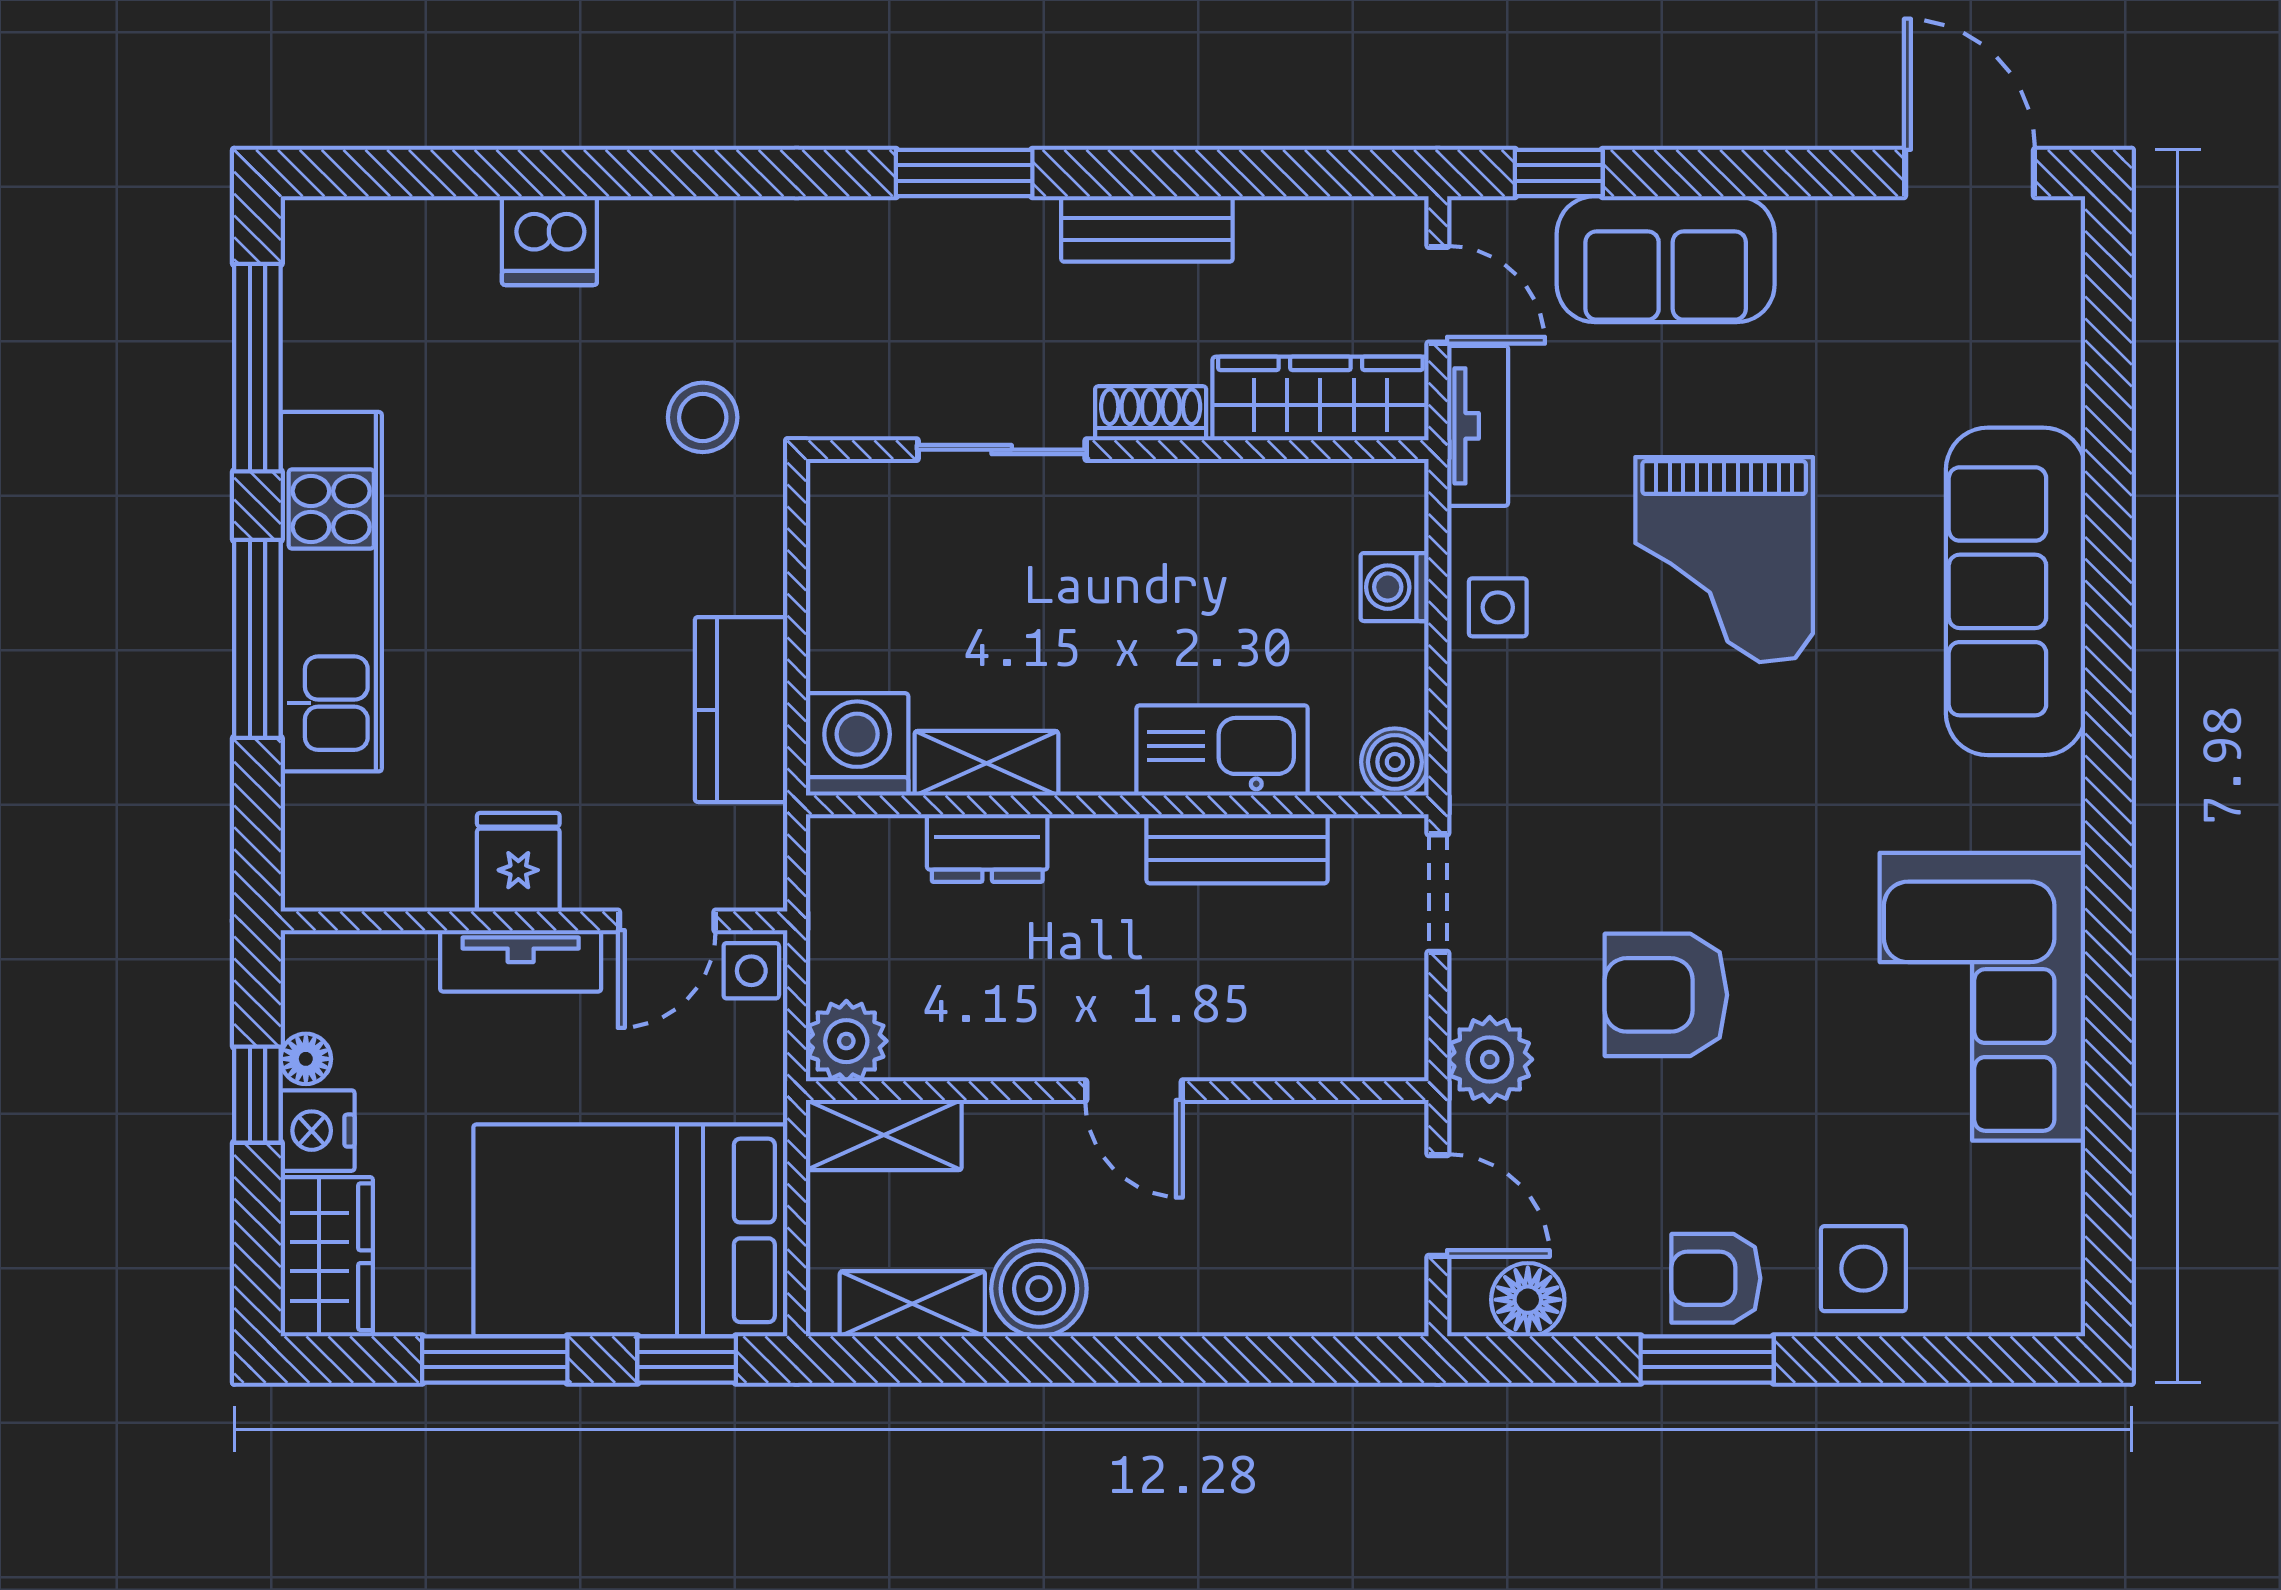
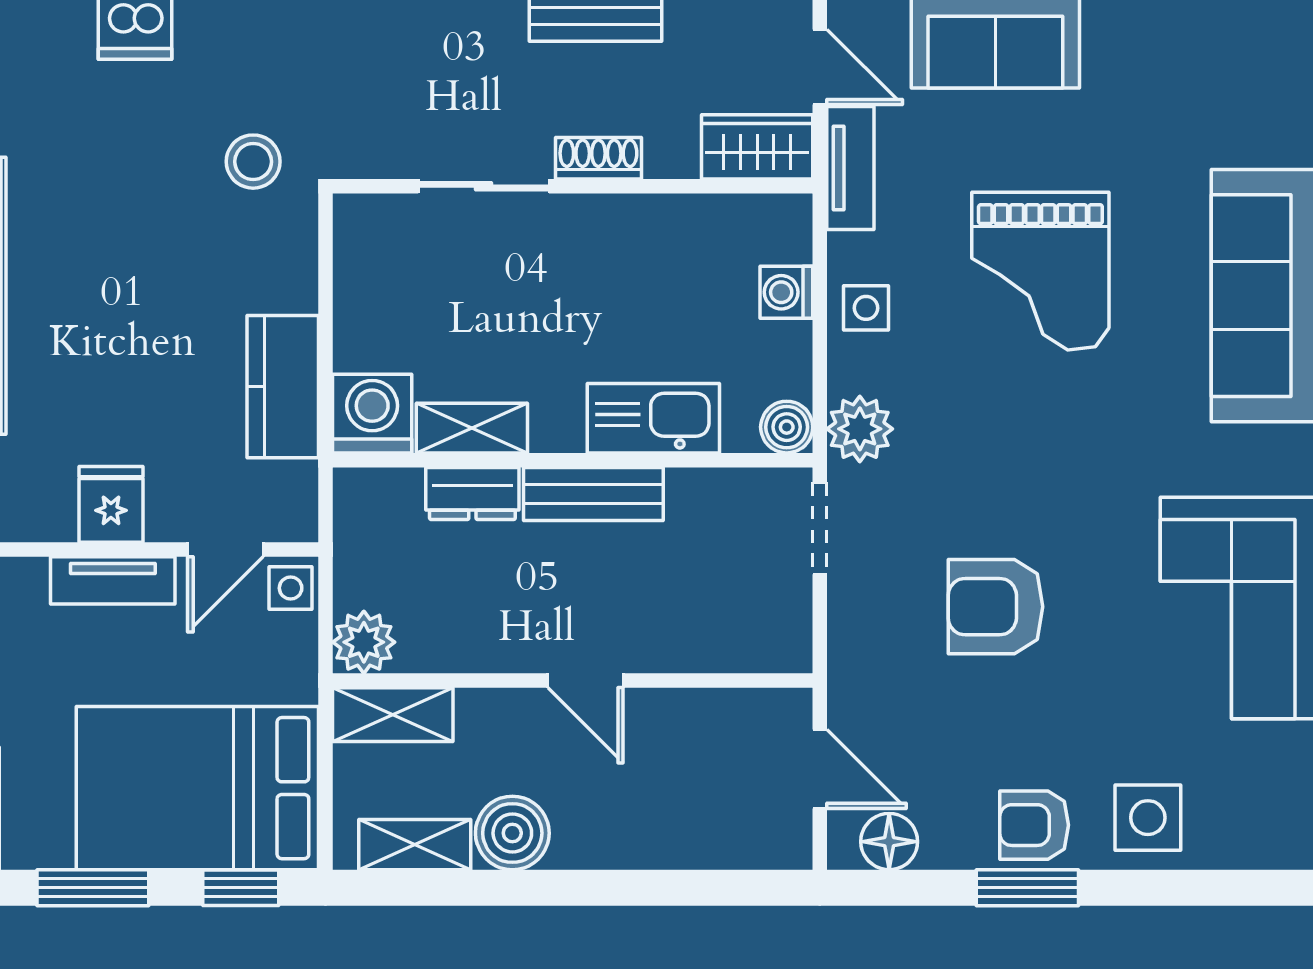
wardrobe: (1320, 398) -> (757, 147), width x0.67
bench: (1237, 849) -> (593, 494), moved
plant: (1490, 1059) -> (860, 429), moved

